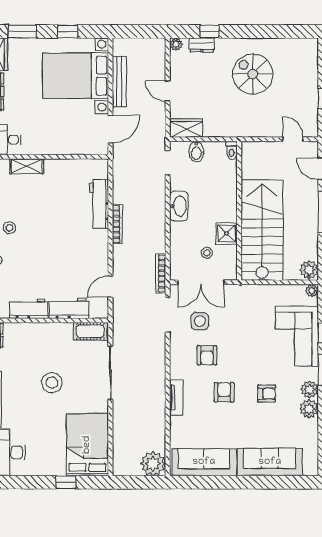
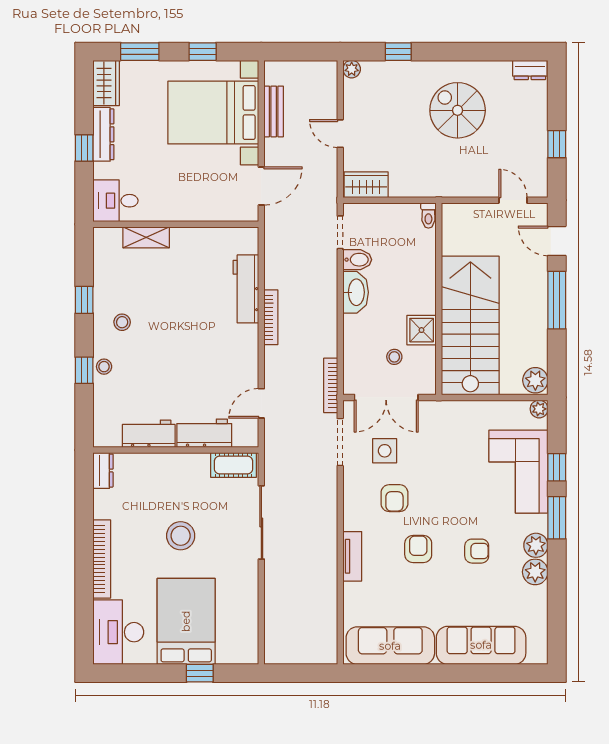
dresser: (202, 45) -> (530, 70), moved
bench: (119, 82) -> (274, 111), width x0.73
bidet: (196, 152) -> (357, 260), moved, turned -90
bed: (87, 445) -> (186, 621), moved
plant: (153, 464) -> (320, 647), removed

